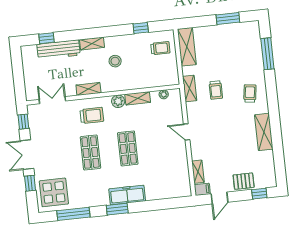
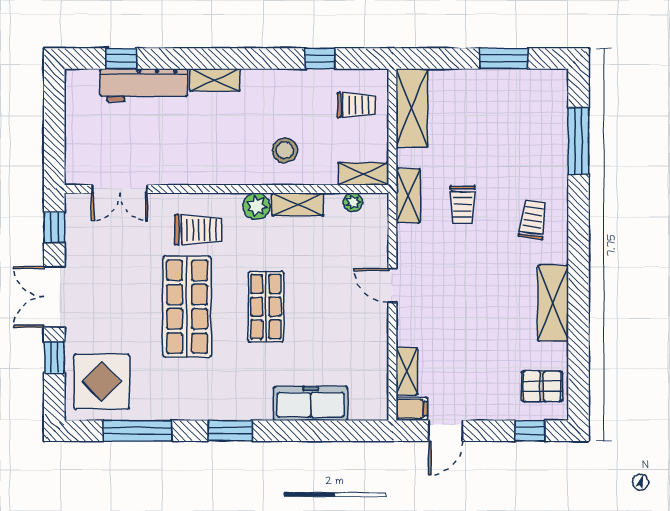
stool: (115, 61) -> (285, 150), moved
shelving: (88, 89) -> (363, 174), moved
double door: (52, 100) -> (120, 189), swing flipped
shop shelf: (90, 152) -> (187, 307), width x1.43, depth x1.36
pallet: (244, 181) -> (542, 386), moved
freezer: (127, 195) -> (311, 404), moved

